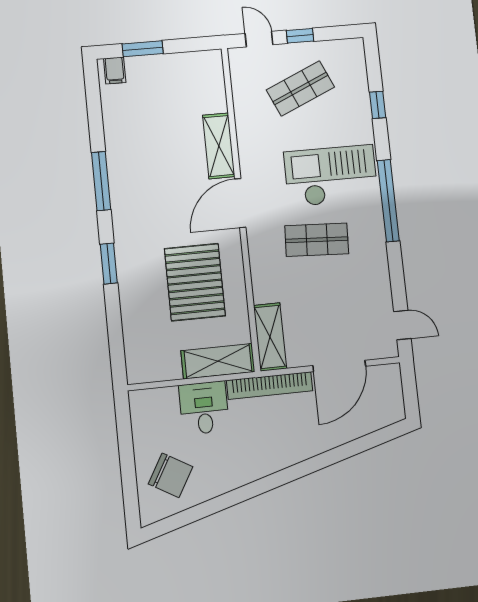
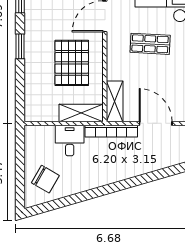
door: (339, 366) -> (156, 123), swing flipped

